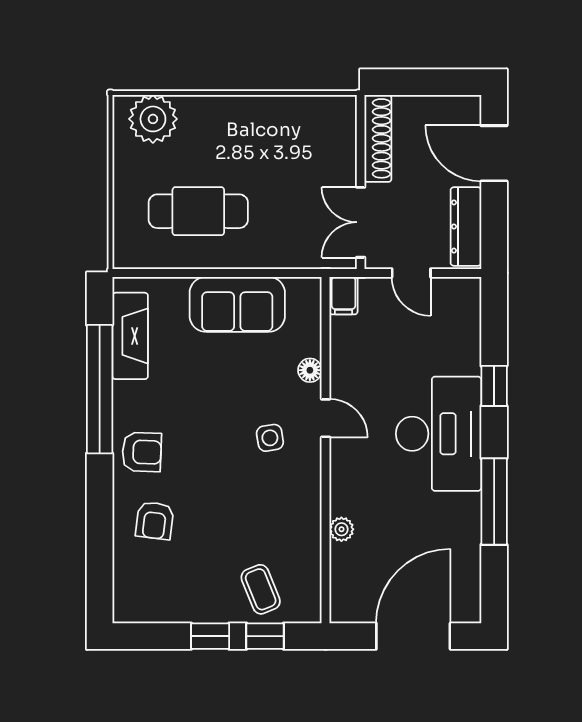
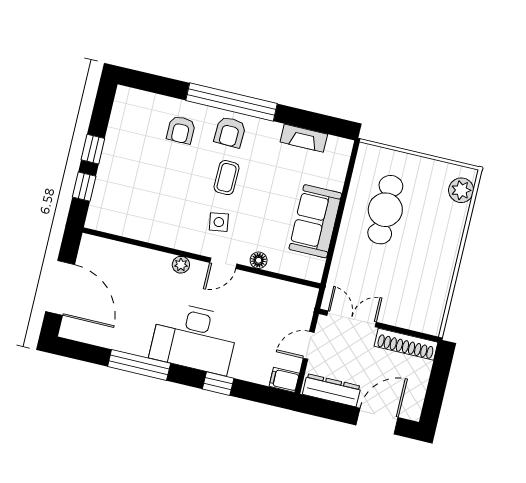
plant: (153, 119) -> (461, 190), width x0.73, depth x0.73
filing cabinet: (344, 296) -> (284, 380), moved
fireplace: (130, 336) -> (304, 138), width x0.73, depth x0.76
window: (100, 389) -> (231, 102), moved
armchair: (155, 521) -> (181, 130), turned -97
plant: (341, 529) -> (181, 265), moved
coffee table: (261, 589) -> (227, 178), moved, turned -67

